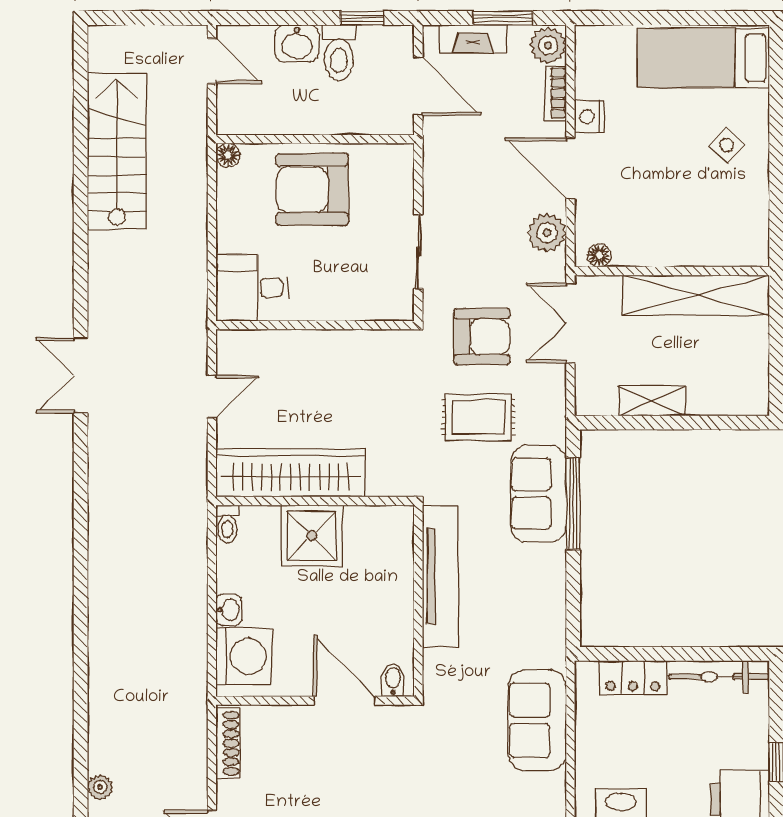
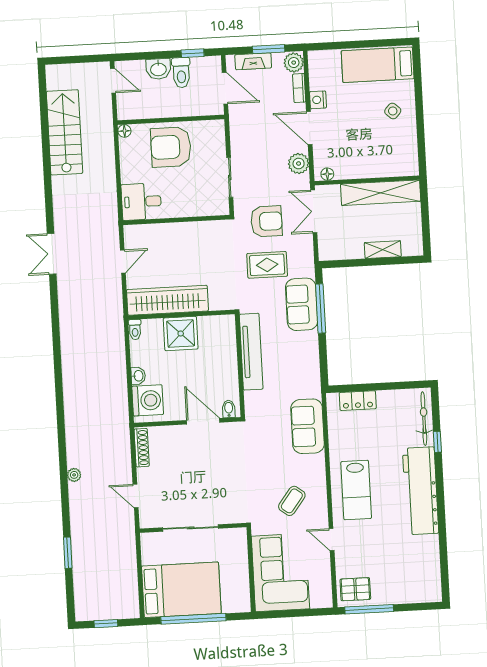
shelving: (652, 401) -> (383, 250), moved
bicycle: (719, 677) -> (424, 419), moved, turned 90

